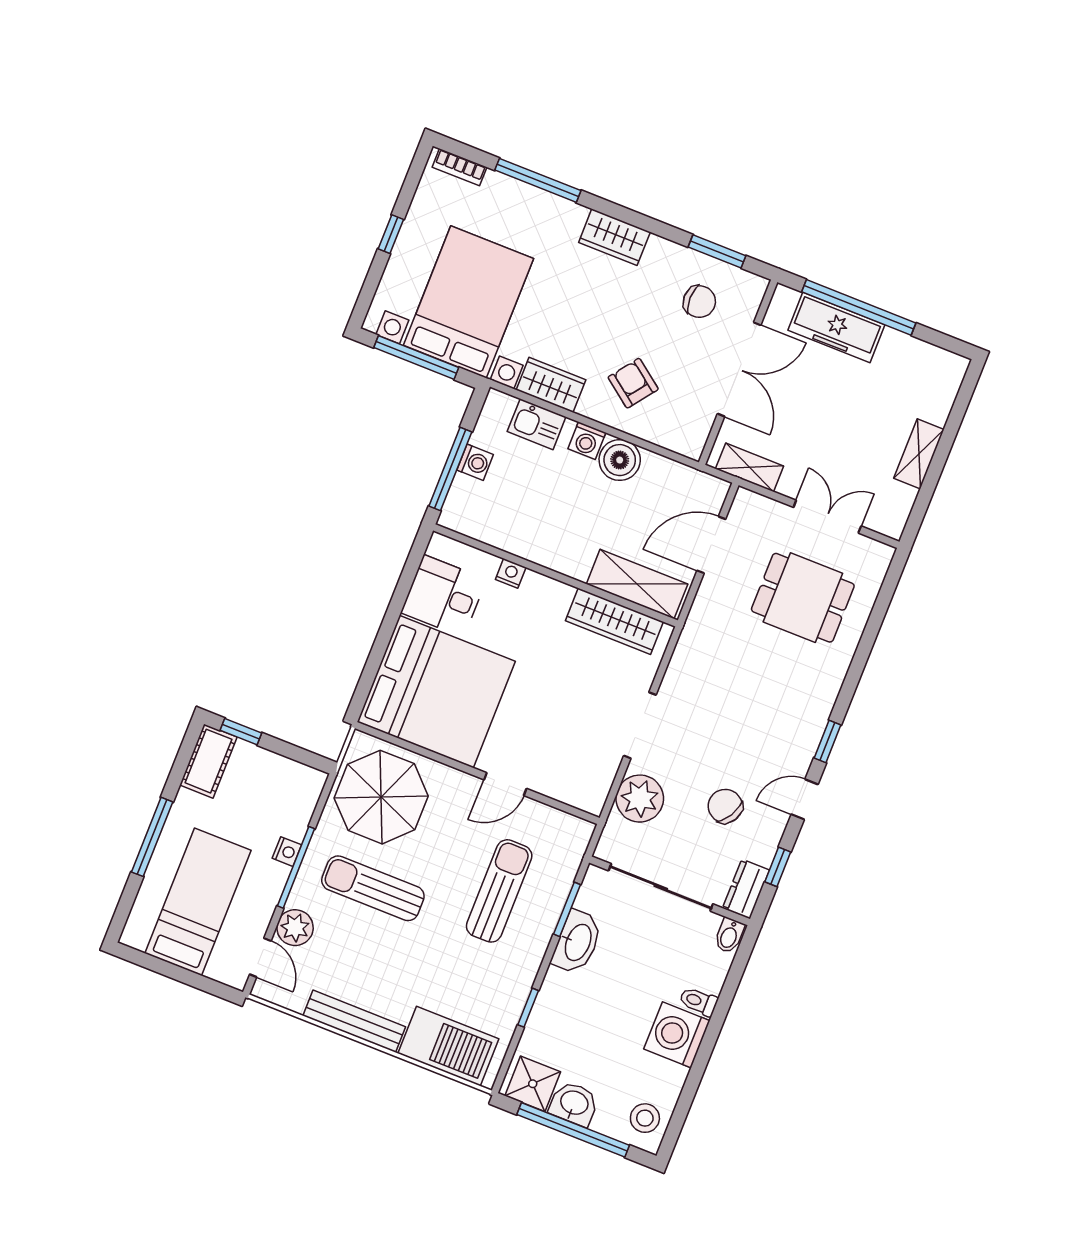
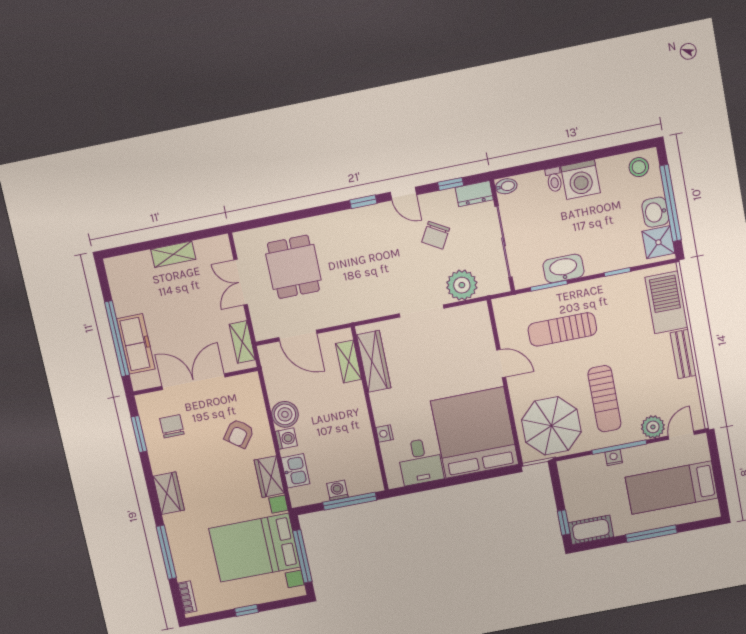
shelving: (637, 584) -> (348, 361), width x0.67, depth x0.75
bench: (354, 1021) -> (683, 354), width x0.73

